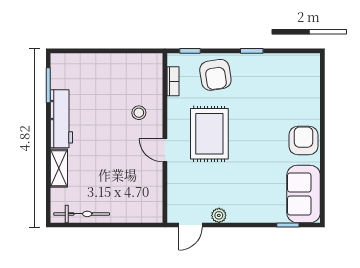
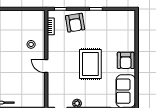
rug: (209, 134) -> (90, 64), moved
armchair: (303, 141) -> (126, 60), turned 180

